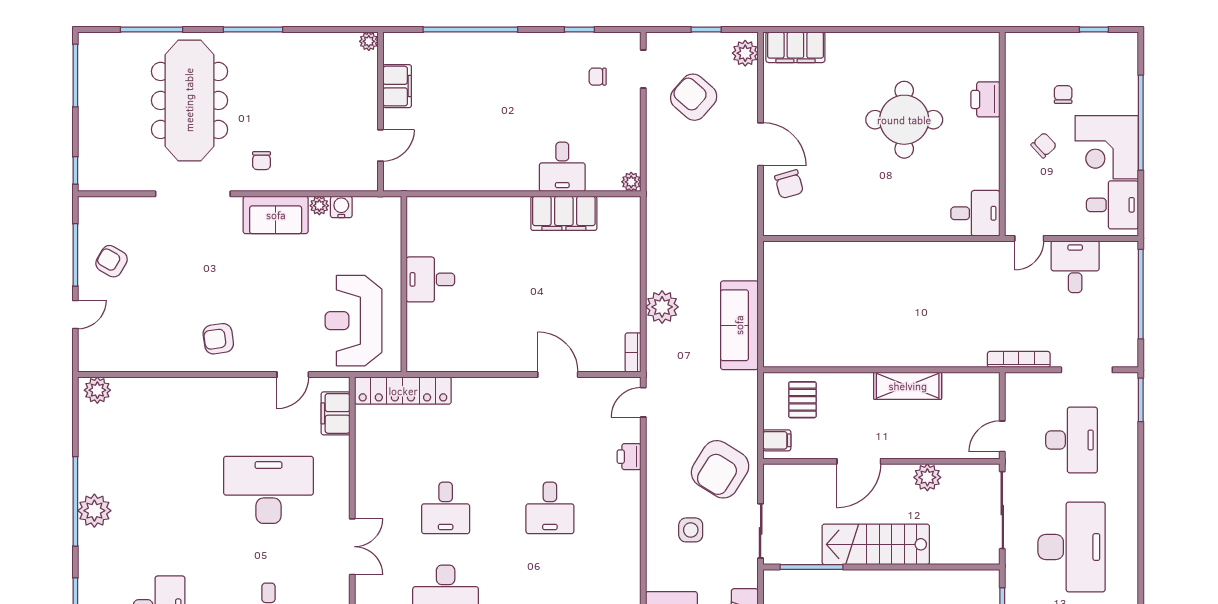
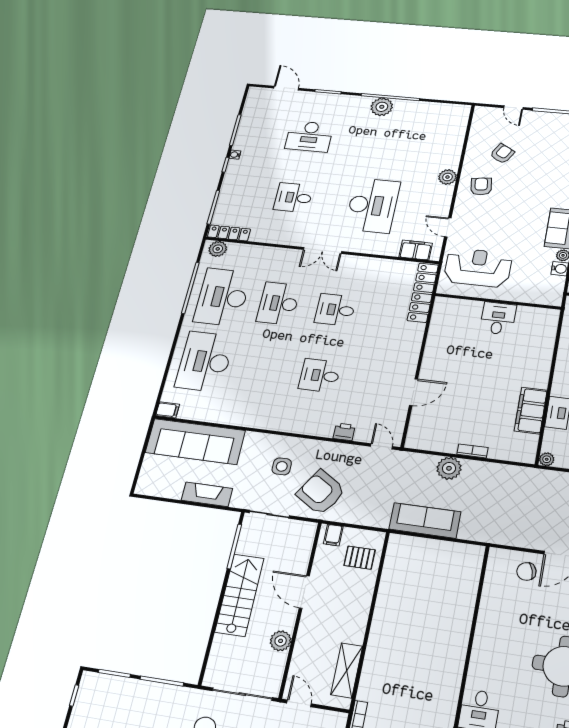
armchair: (112, 261) -> (502, 154), moved
bookcase: (633, 353) -> (472, 451), moved
shelving: (908, 386) -> (347, 670), moved
plant: (97, 390) -> (448, 177), moved

